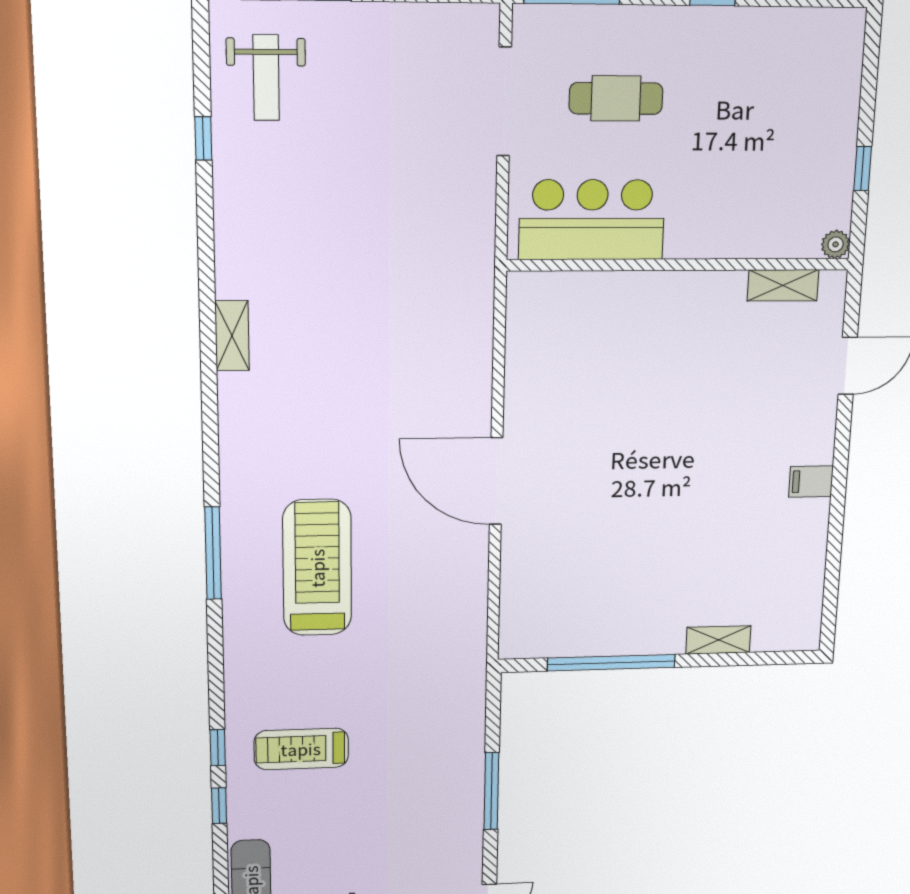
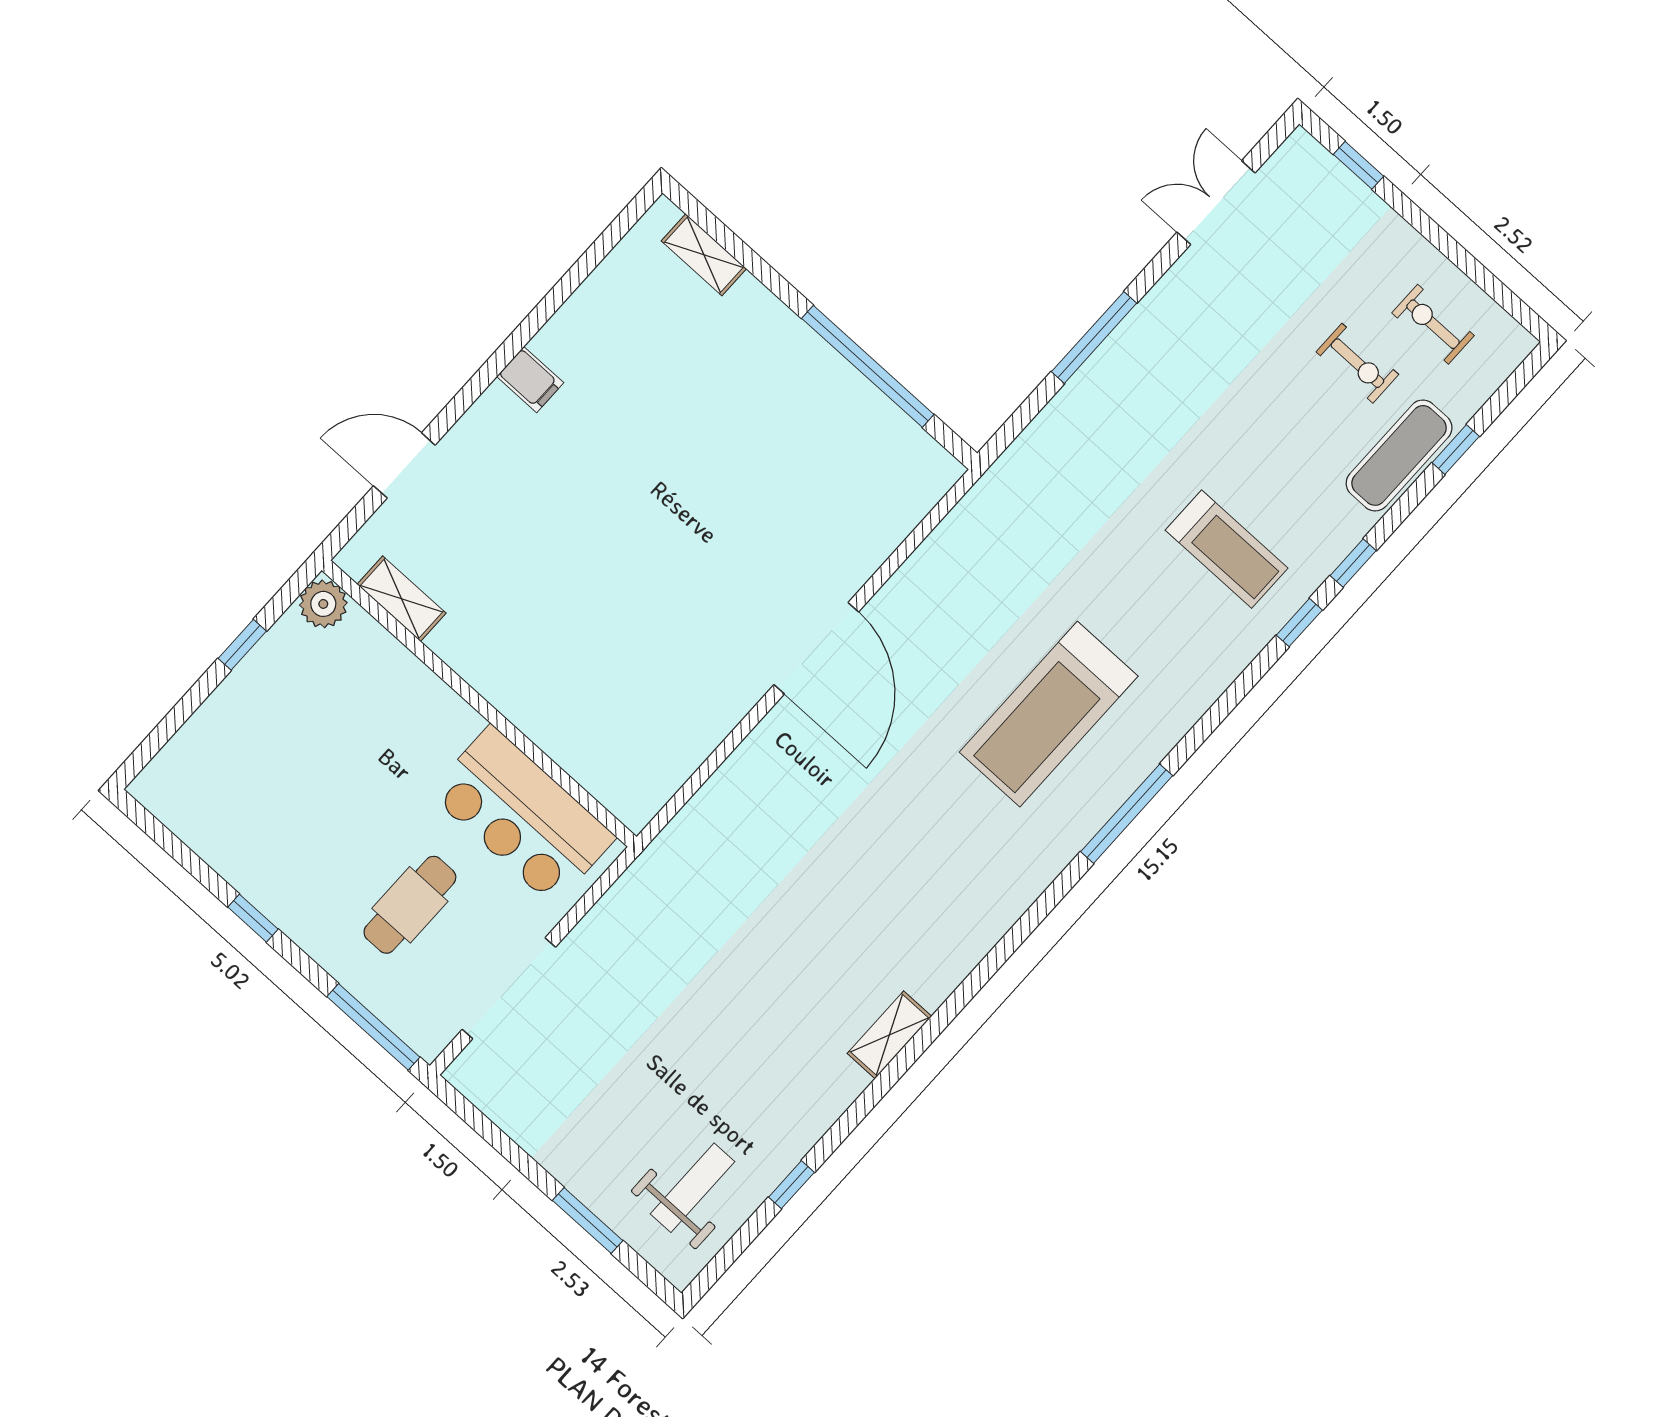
cafe table: (616, 98) -> (410, 905), turned 90
plant: (836, 244) -> (323, 604), width x1.38, depth x1.38
shelving: (232, 336) -> (889, 1035), moved
shelving: (718, 640) -> (704, 255), moved

